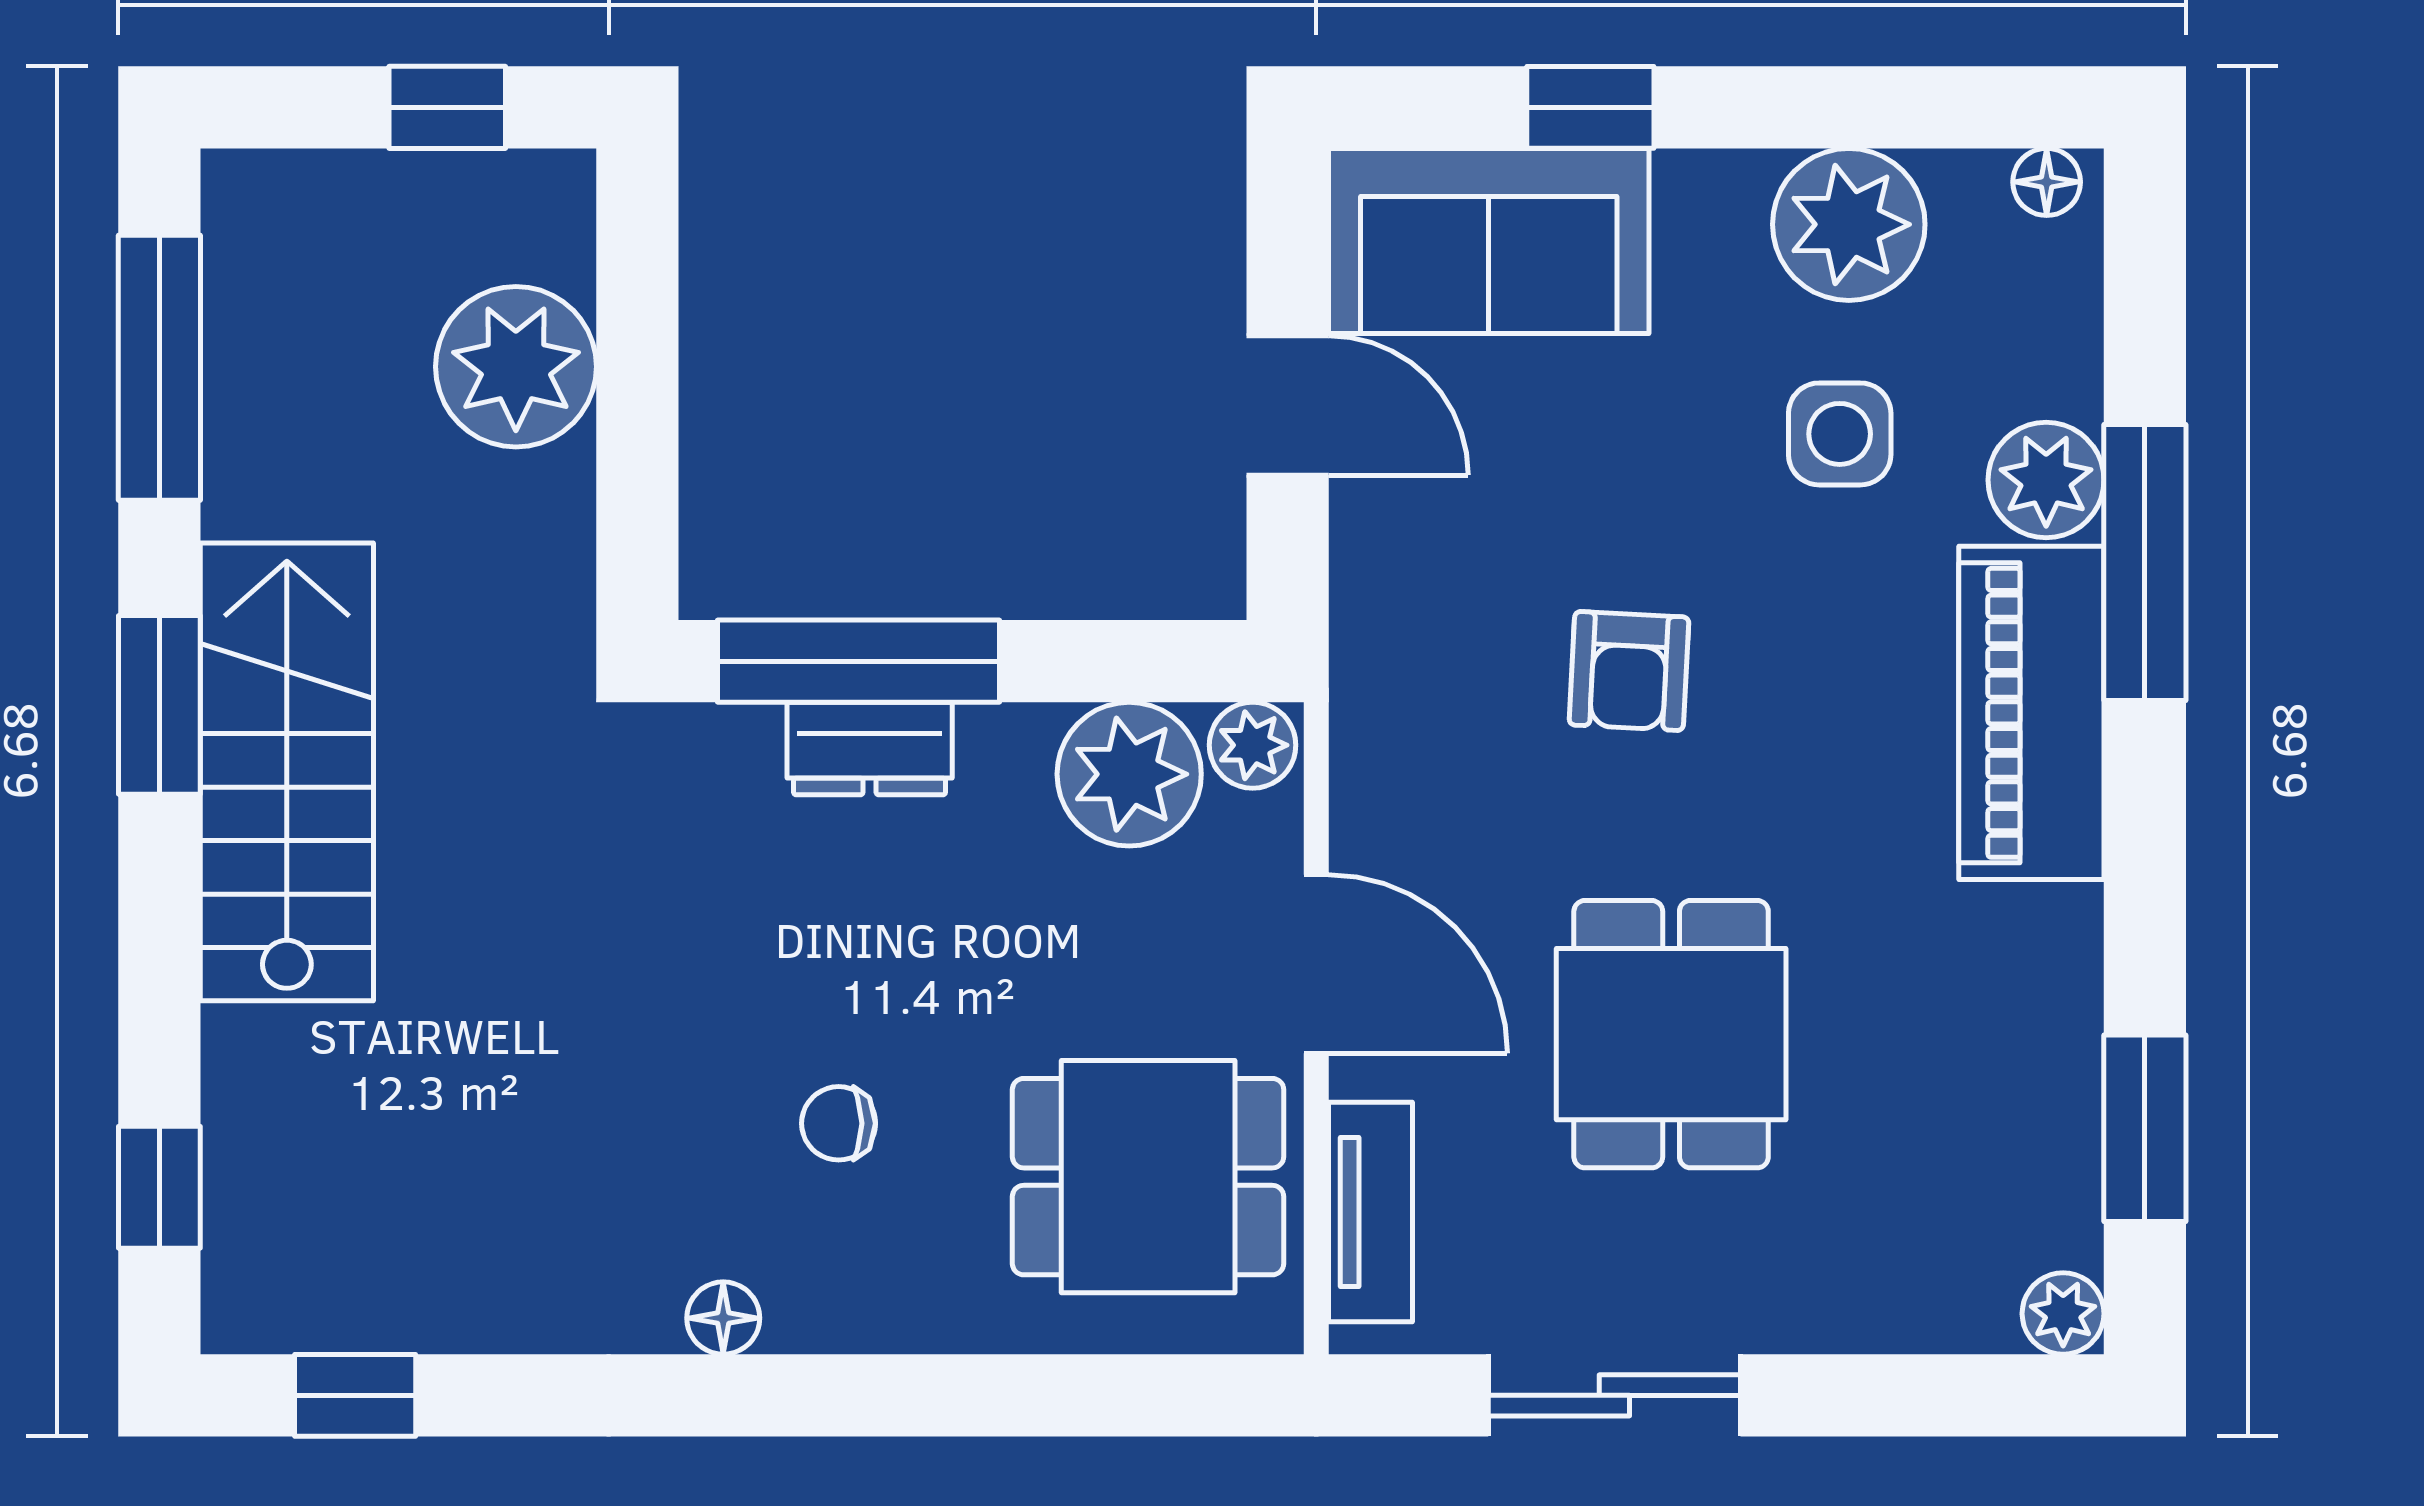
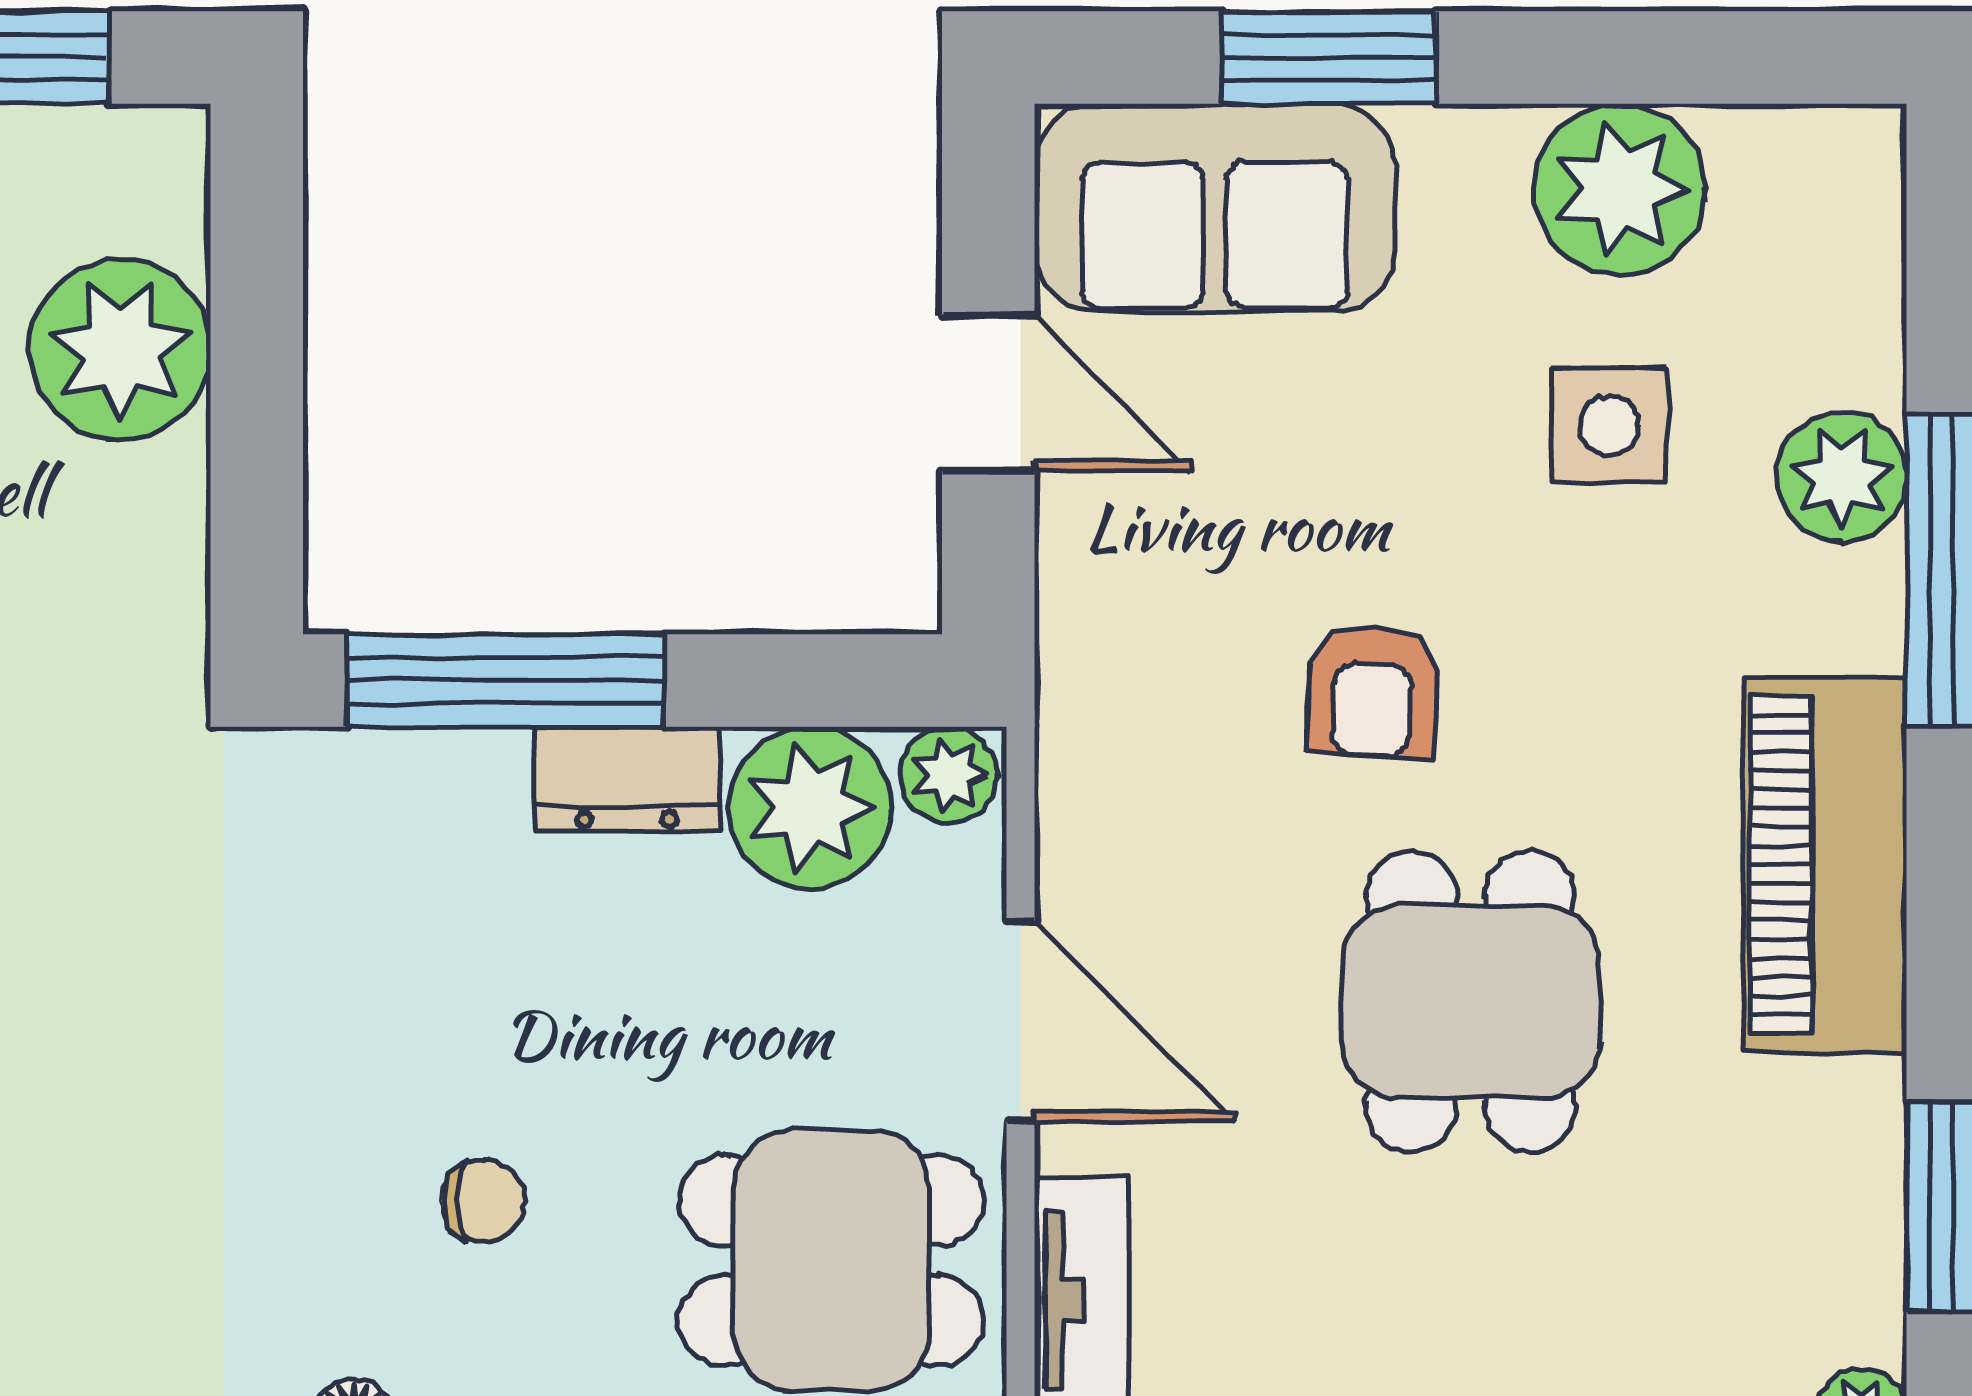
window: (1590, 107) -> (1329, 58), width x1.50
floor lamp: (2047, 182) -> (1842, 142), removed
piano: (2031, 713) -> (1825, 865), moved
dresser: (870, 748) -> (627, 779), moved
dining table: (1671, 1034) -> (1471, 1002), moved
chair: (839, 1123) -> (483, 1201), turned 180

